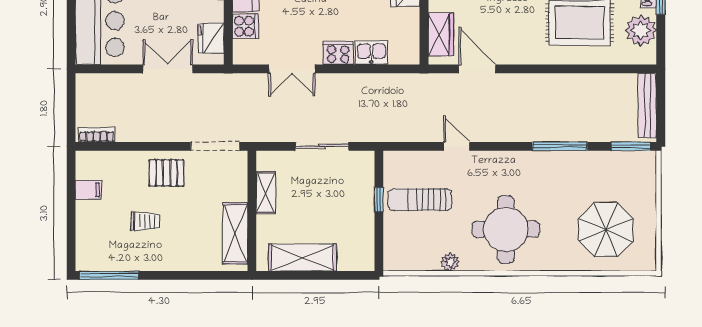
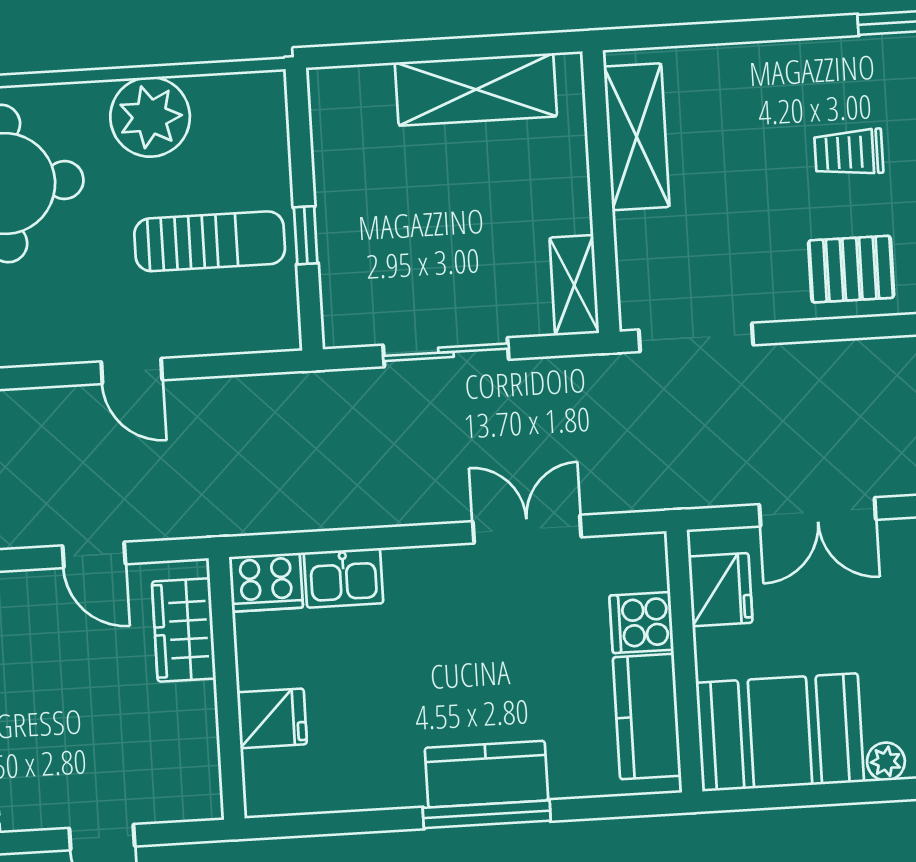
cooker: (338, 53) -> (266, 582), moved
door: (477, 69) -> (94, 555), width x0.73
pallet: (167, 173) -> (851, 269), moved
shelving: (266, 193) -> (574, 285), moved
plant: (450, 262) -> (150, 117), width x1.88, depth x1.88

